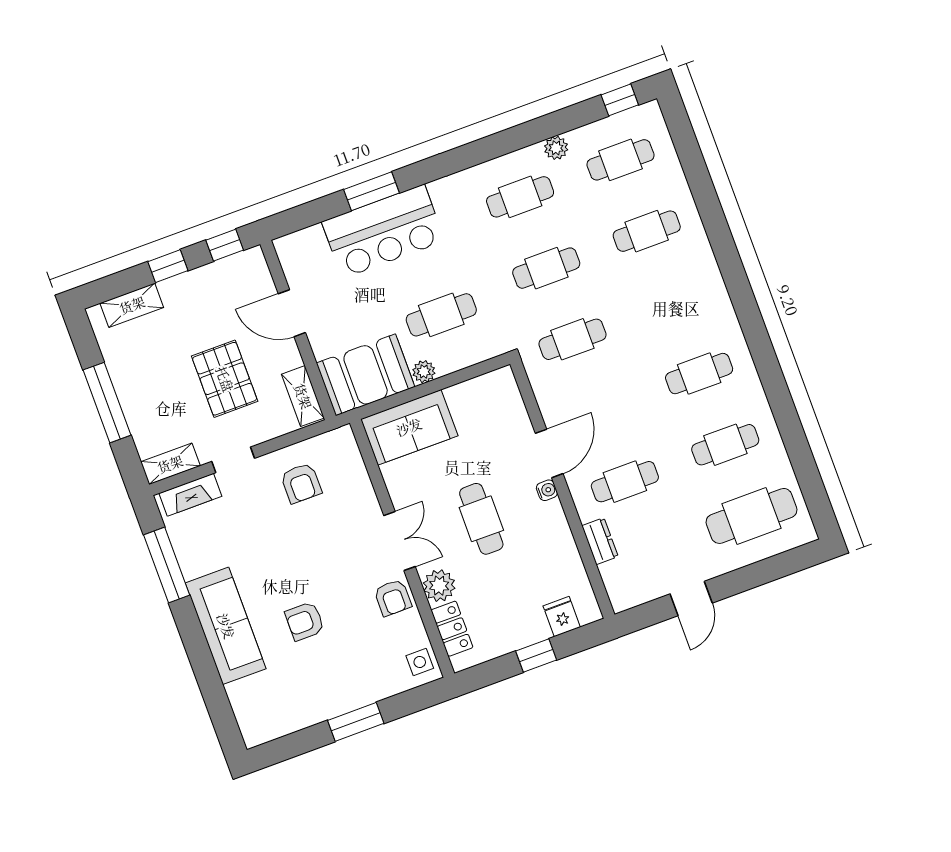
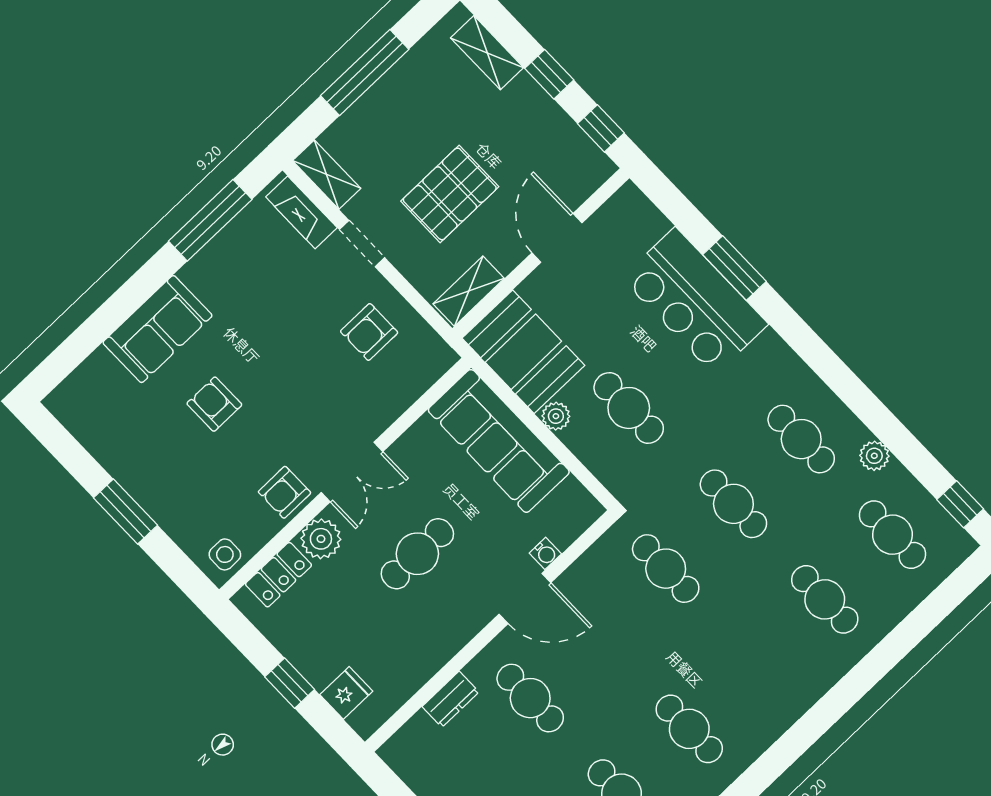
sofa: (409, 427) -> (499, 441), width x1.36
water cooler: (547, 490) -> (545, 553), moved
sofa: (226, 626) -> (157, 329), width x0.73

